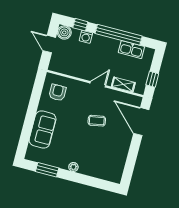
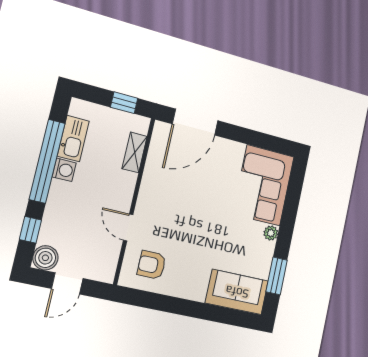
washing machine: (86, 37) -> (64, 170), moved
door: (98, 84) -> (128, 227), moved
coffee table: (97, 121) -> (196, 197), removed
sofa: (43, 129) -> (237, 292), moved
corner sofa: (103, 163) -> (263, 185), added

